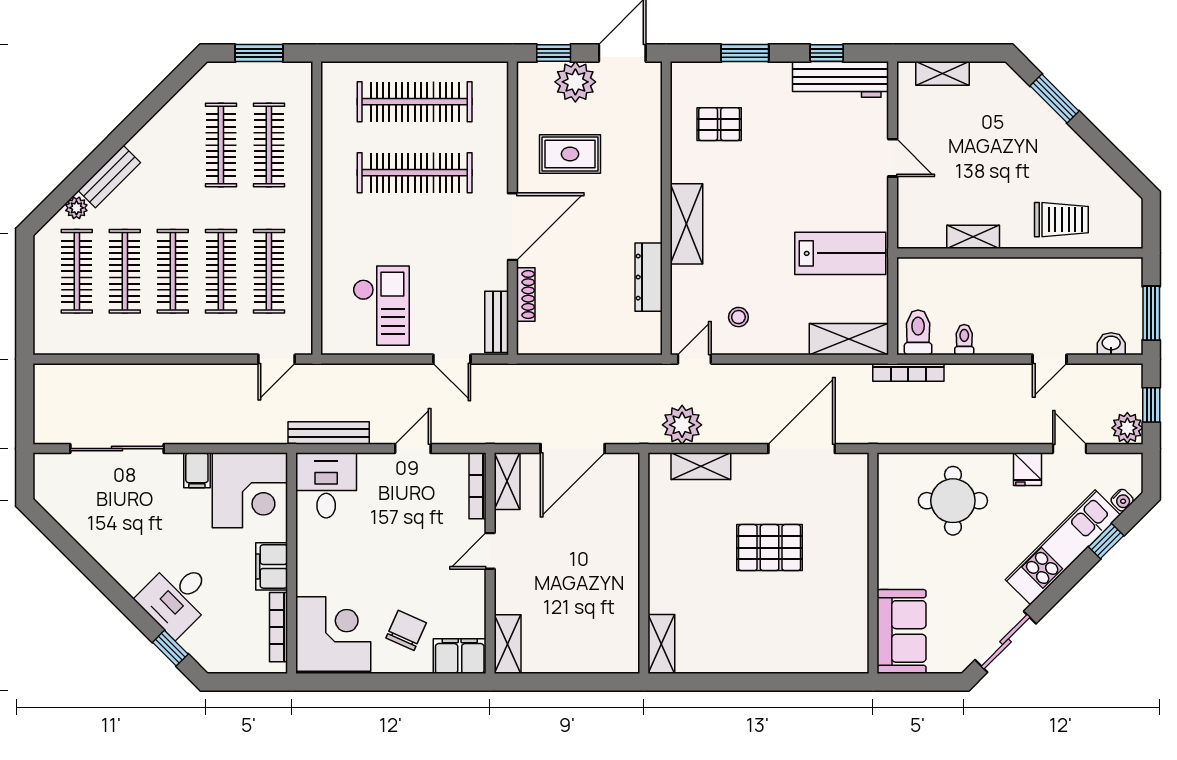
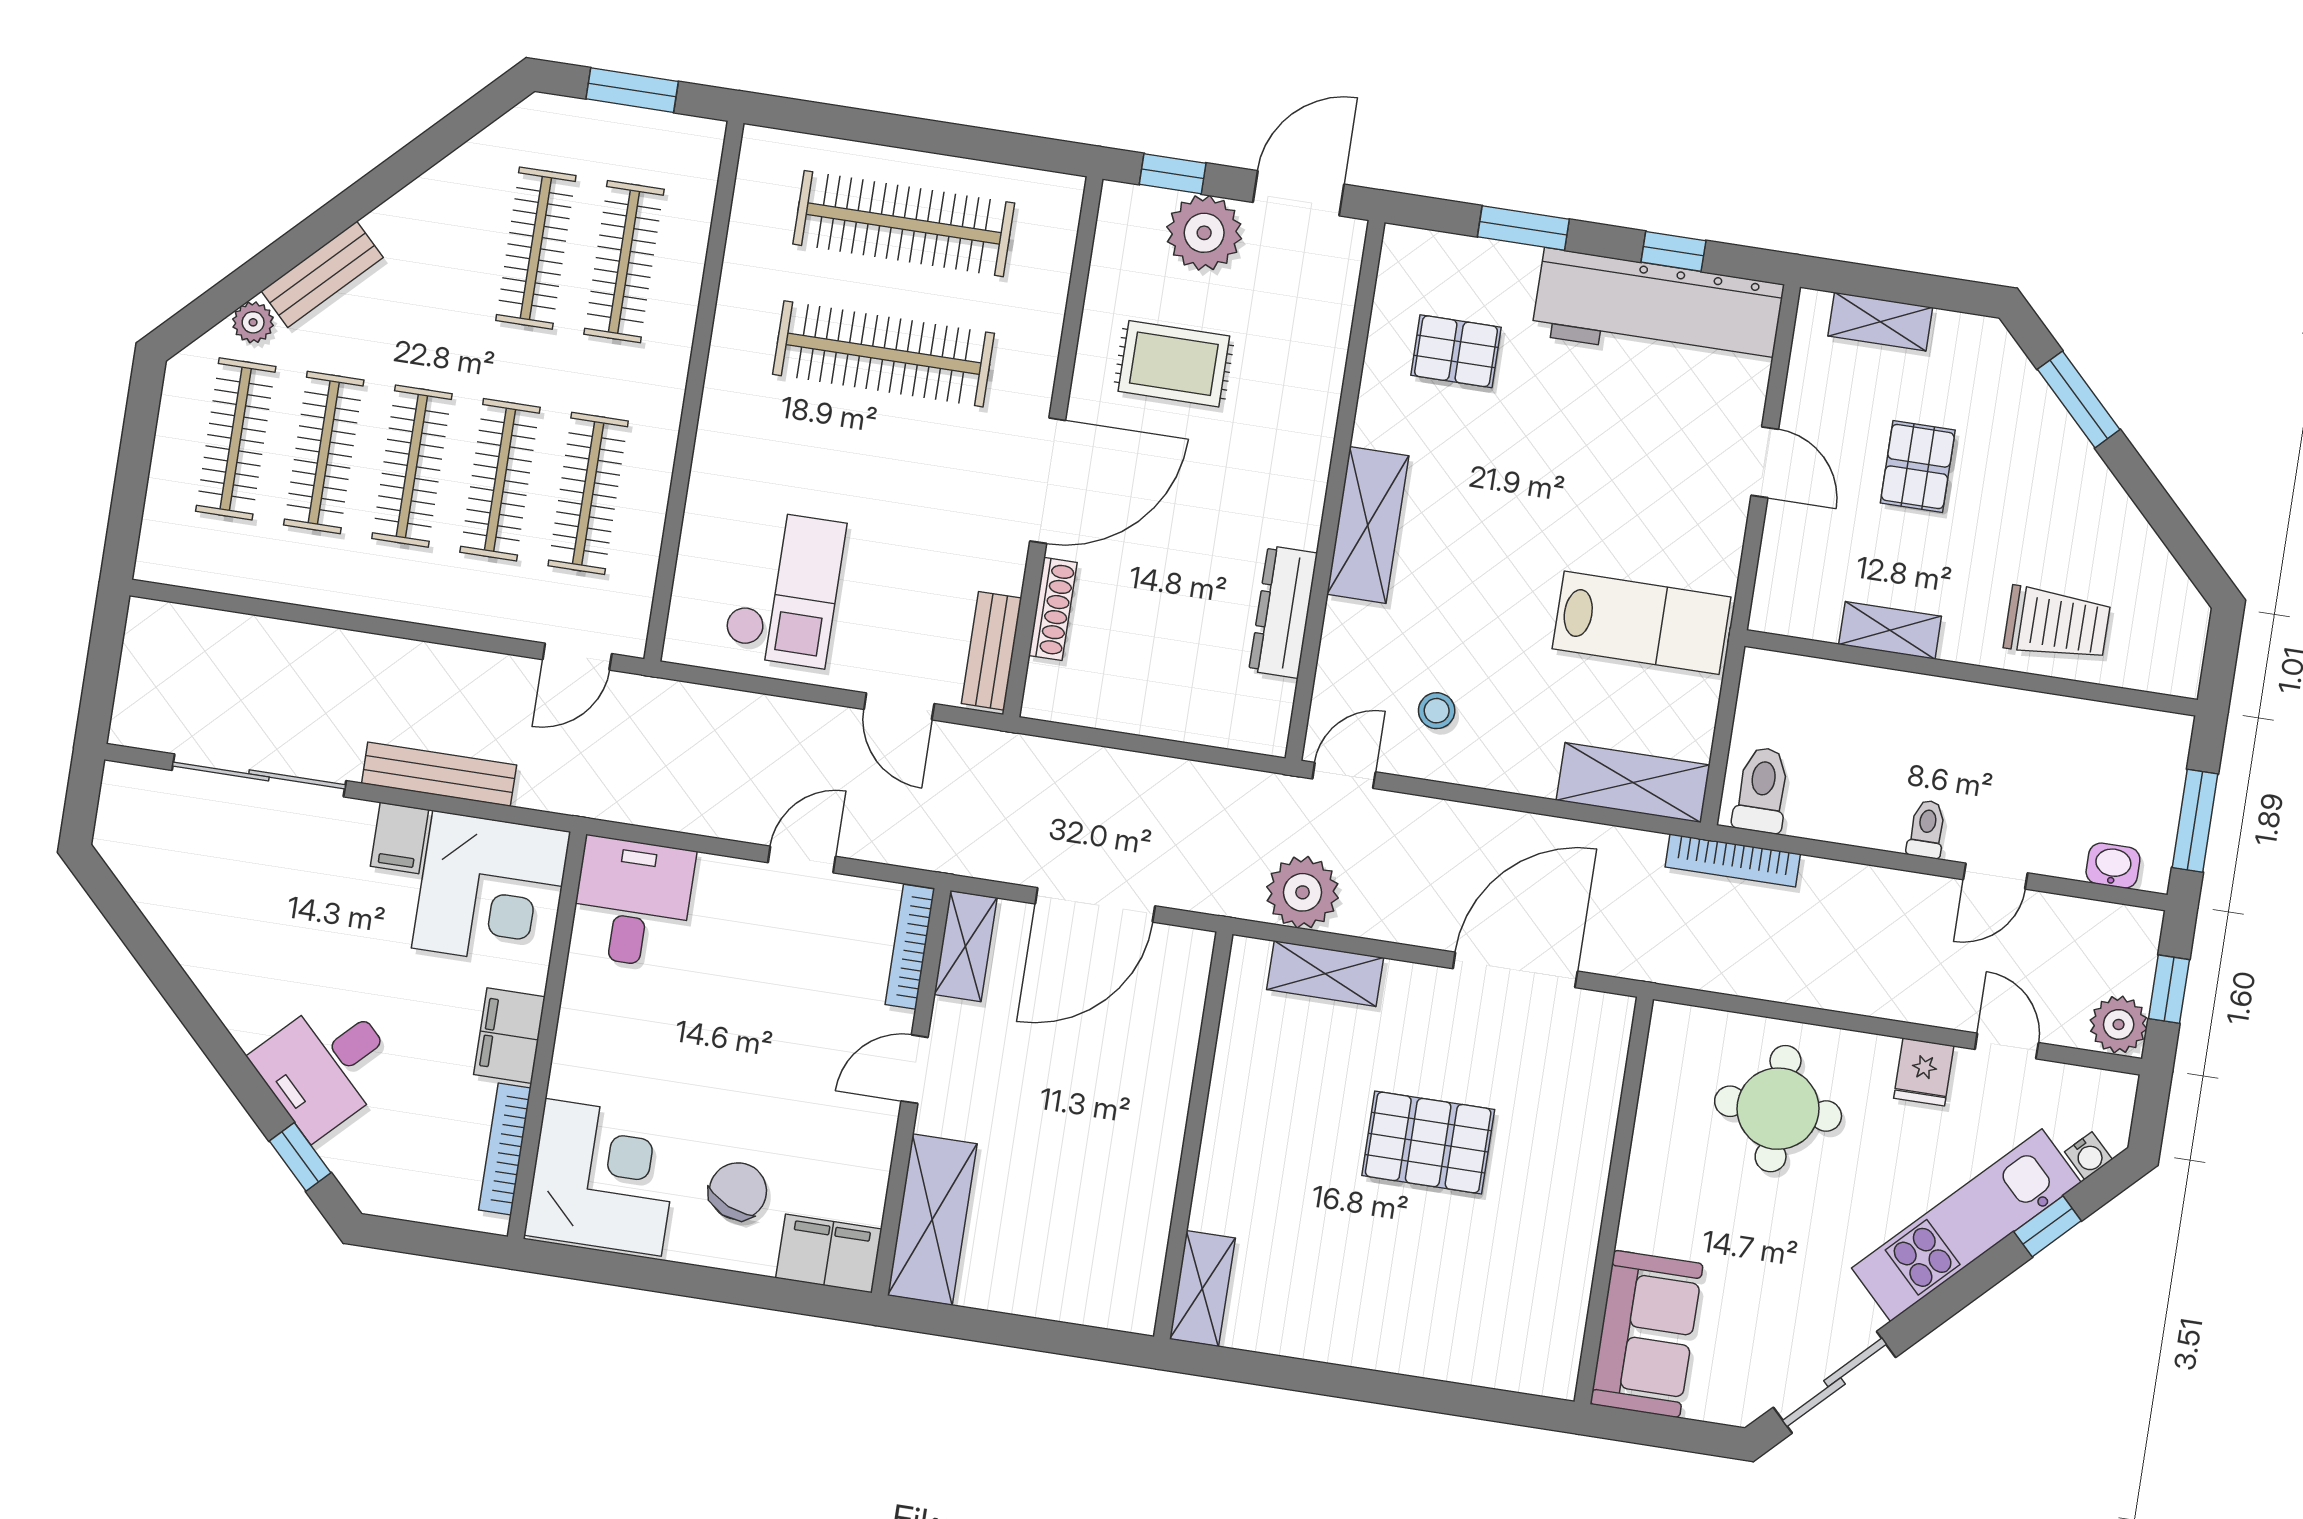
workbench: (841, 79) -> (1658, 309), width x1.36, depth x1.32
pallet: (974, 147) -> (1918, 467), added
toilet: (964, 340) -> (1927, 829), moved
bench: (329, 433) -> (439, 774), moved
shelving: (508, 644) -> (932, 1220), width x1.50, depth x1.33

